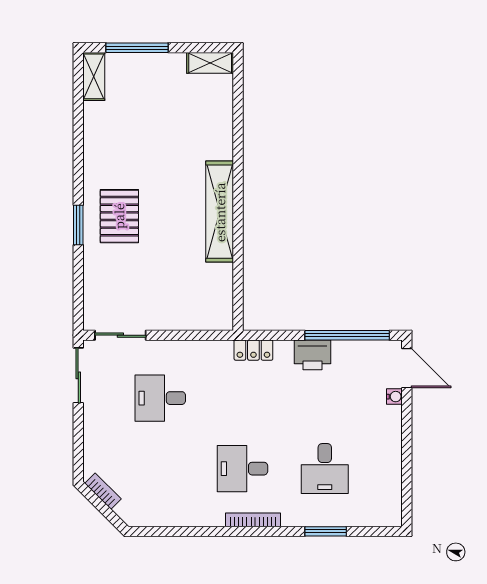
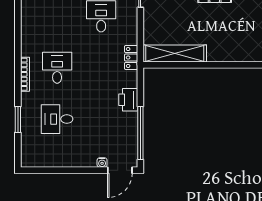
shelving: (220, 212) -> (175, 53), moved
locker: (253, 350) -> (131, 58), moved
printer: (312, 355) -> (128, 100), moved

